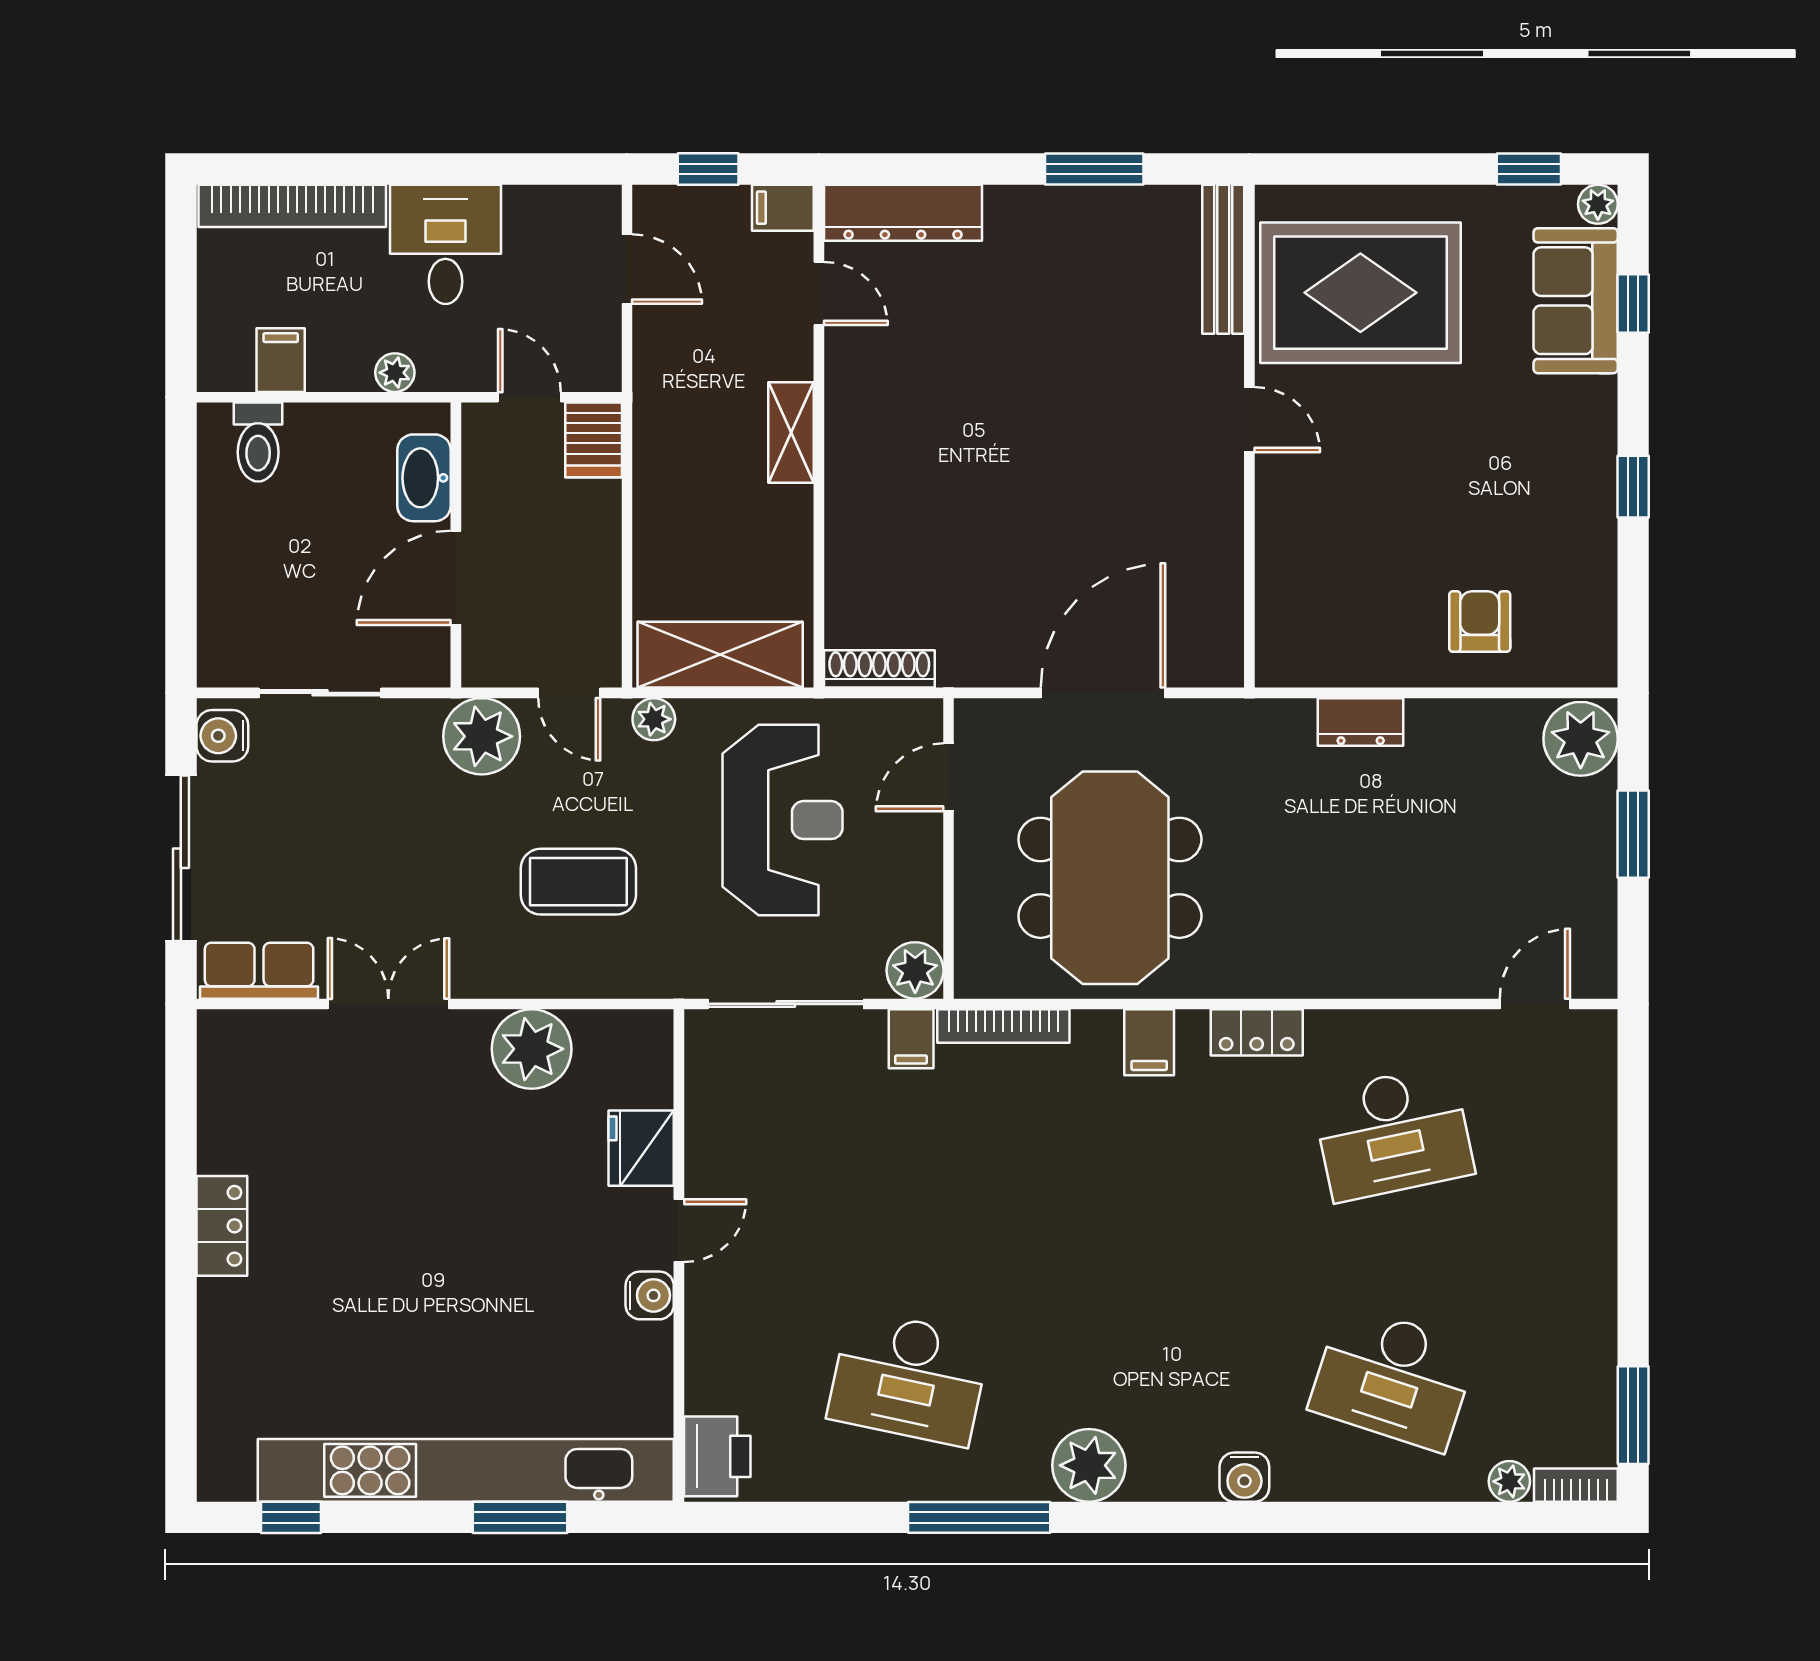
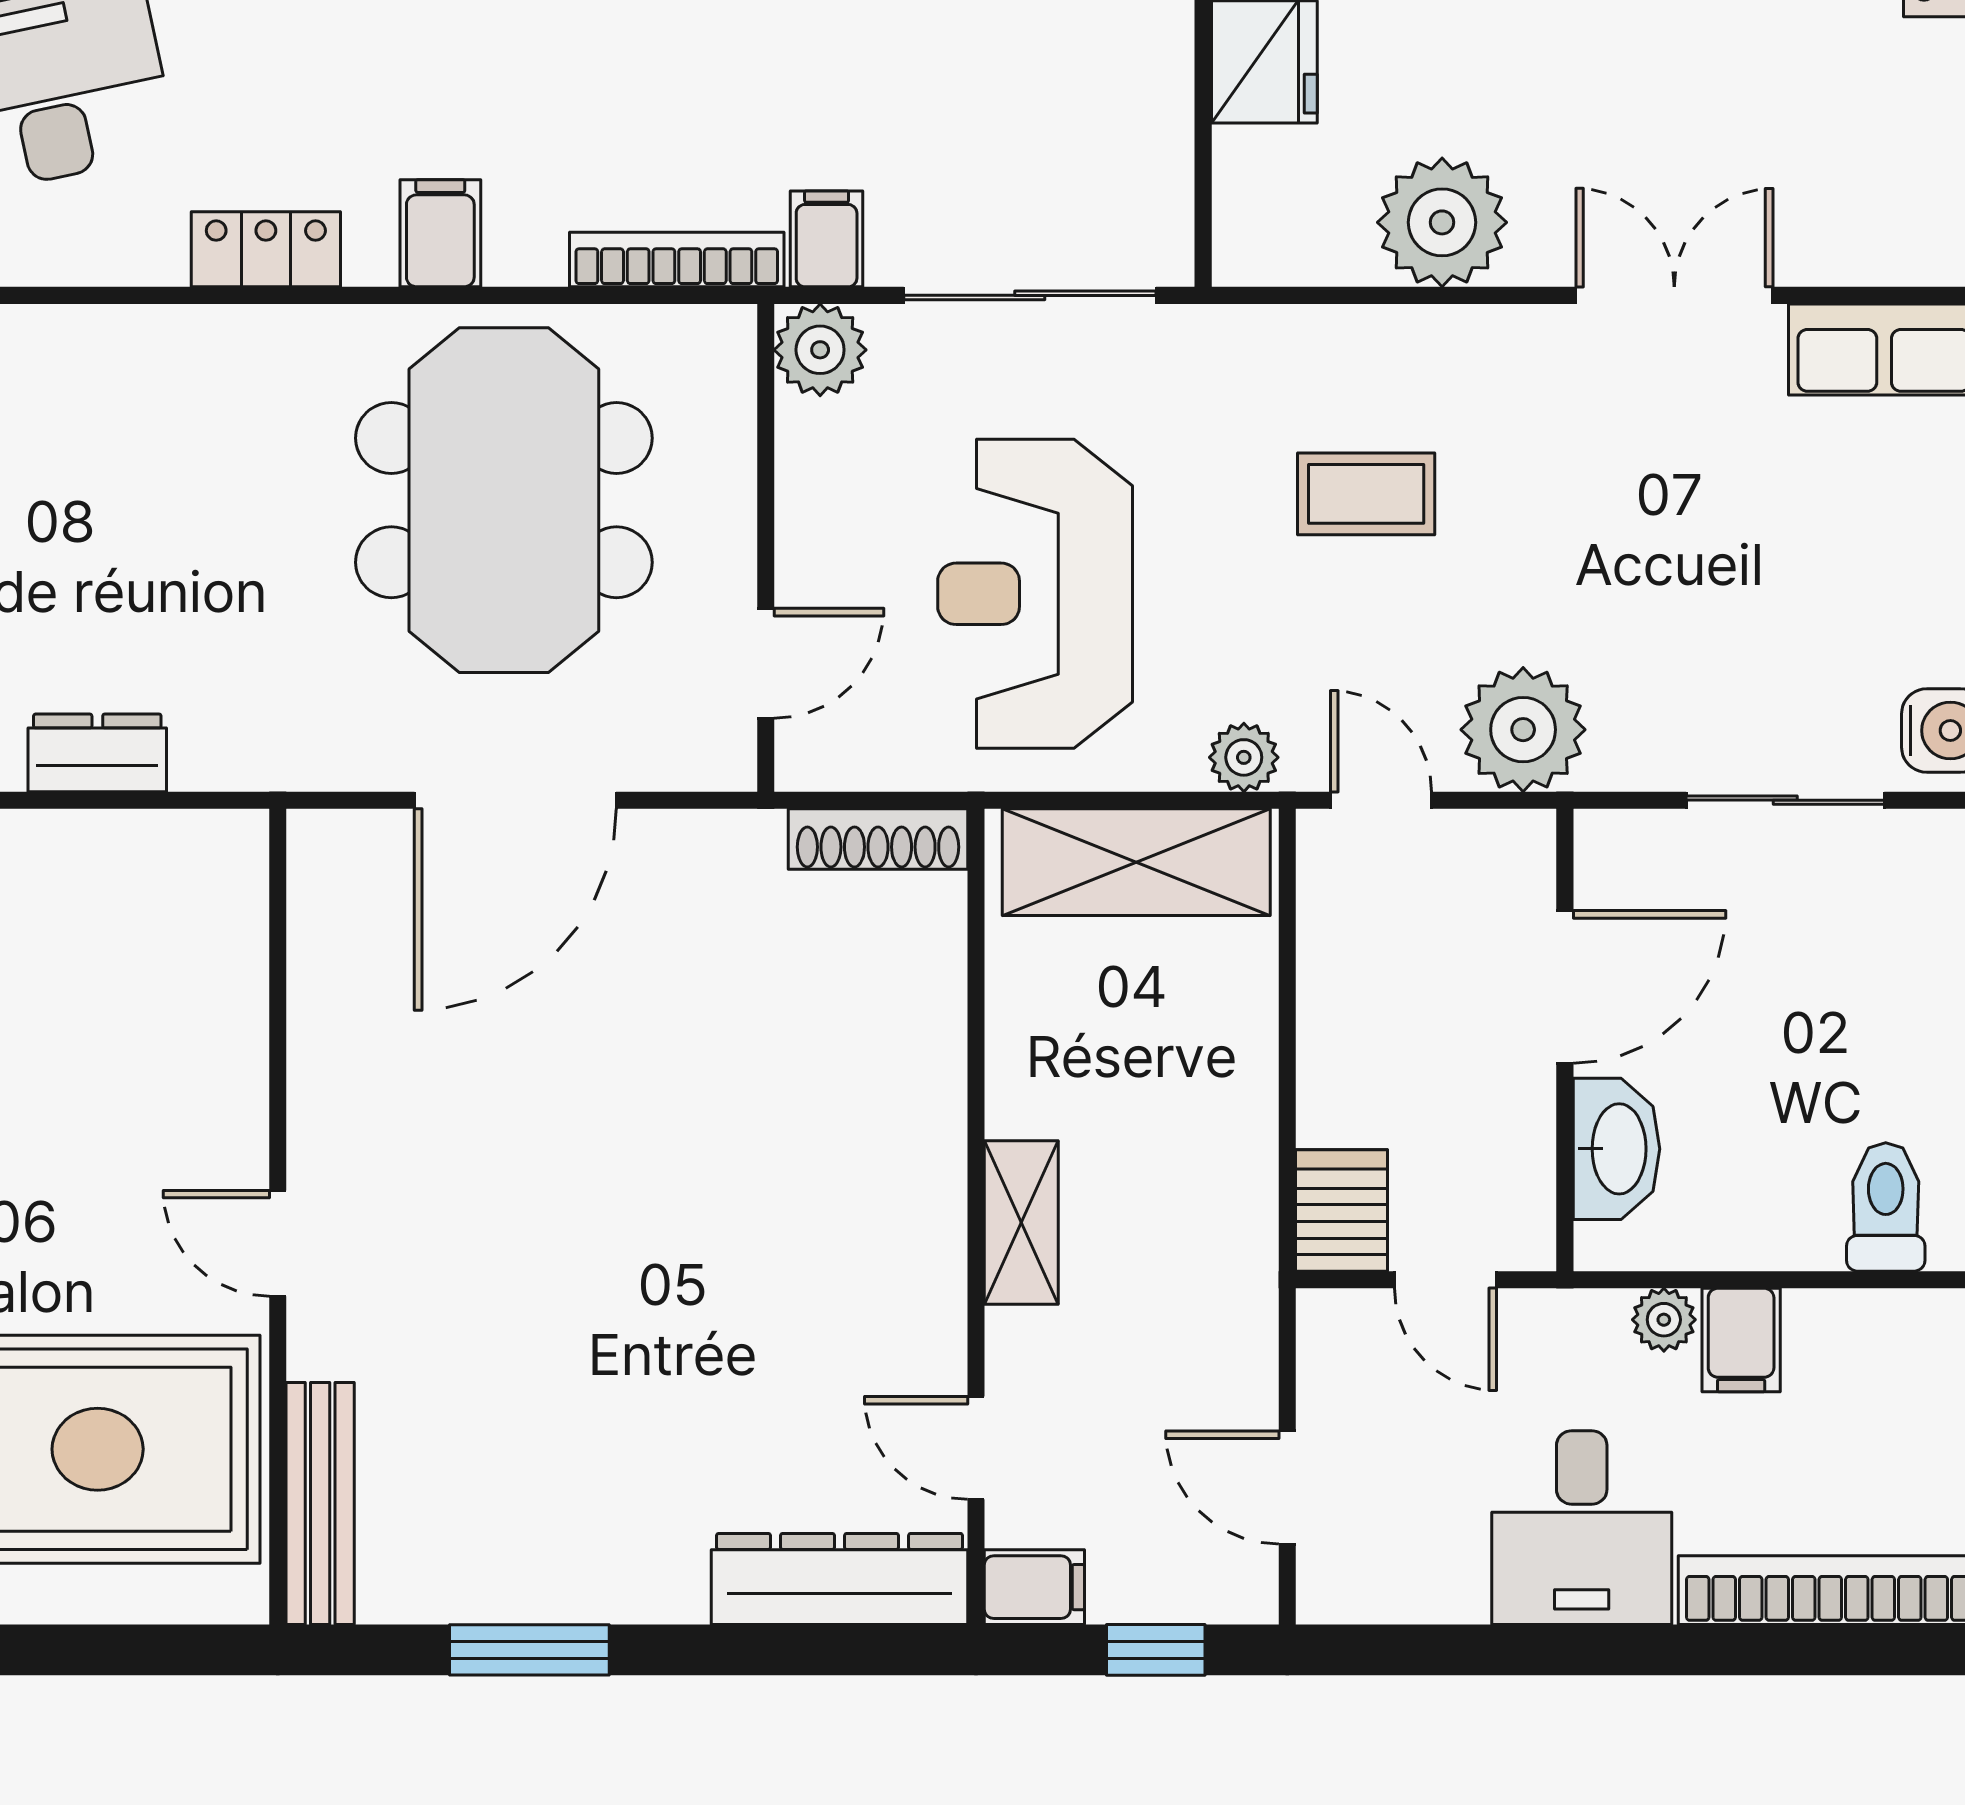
filing cabinet: (281, 360) -> (1741, 1340), moved
coffee table: (578, 882) -> (1366, 494), width x0.73, depth x0.77
double door: (388, 1004) -> (1674, 295), swing flipped

